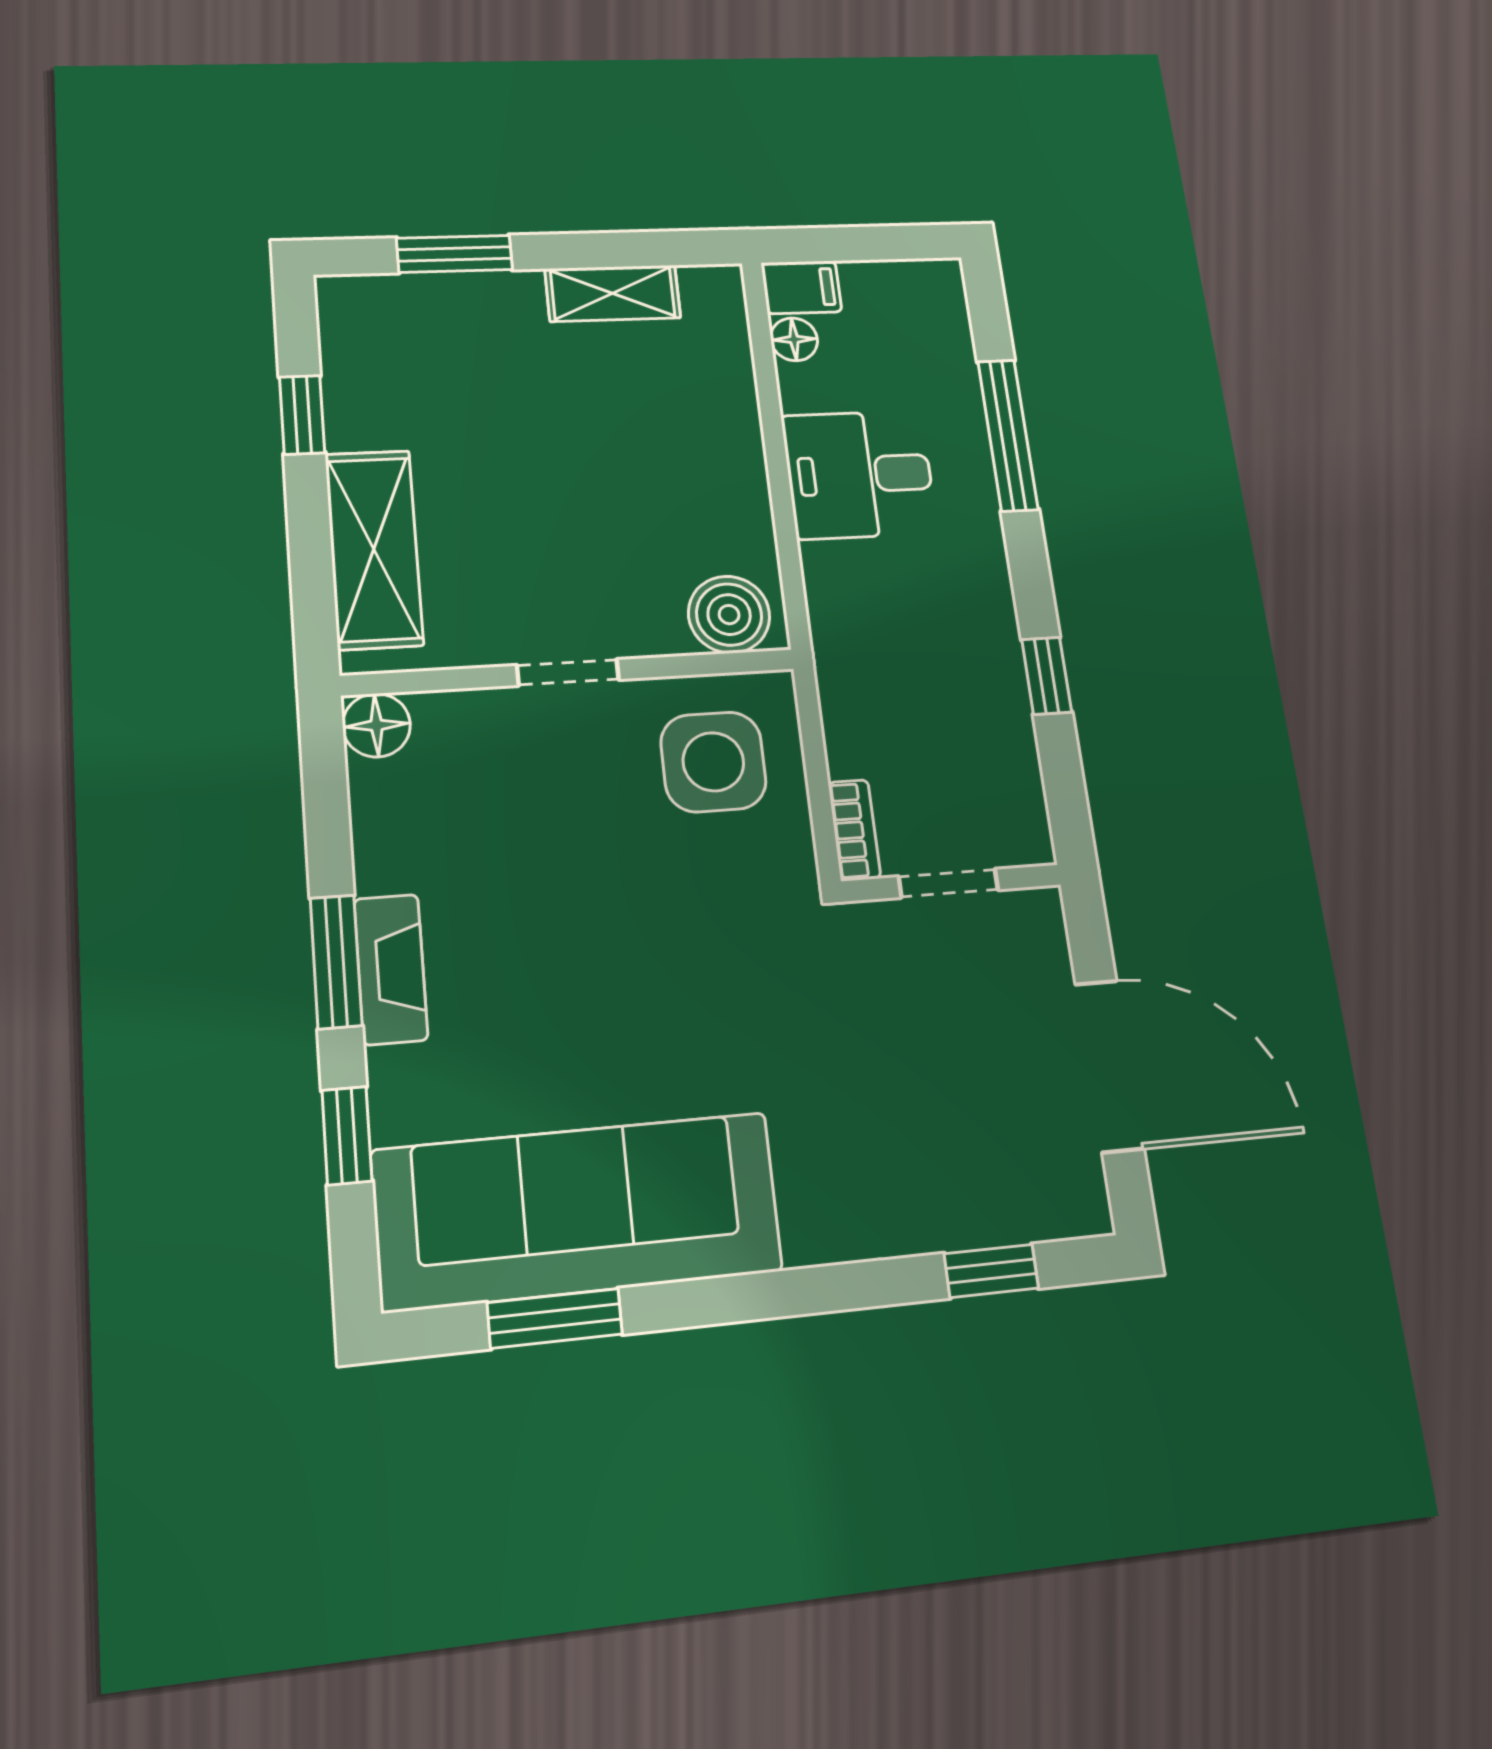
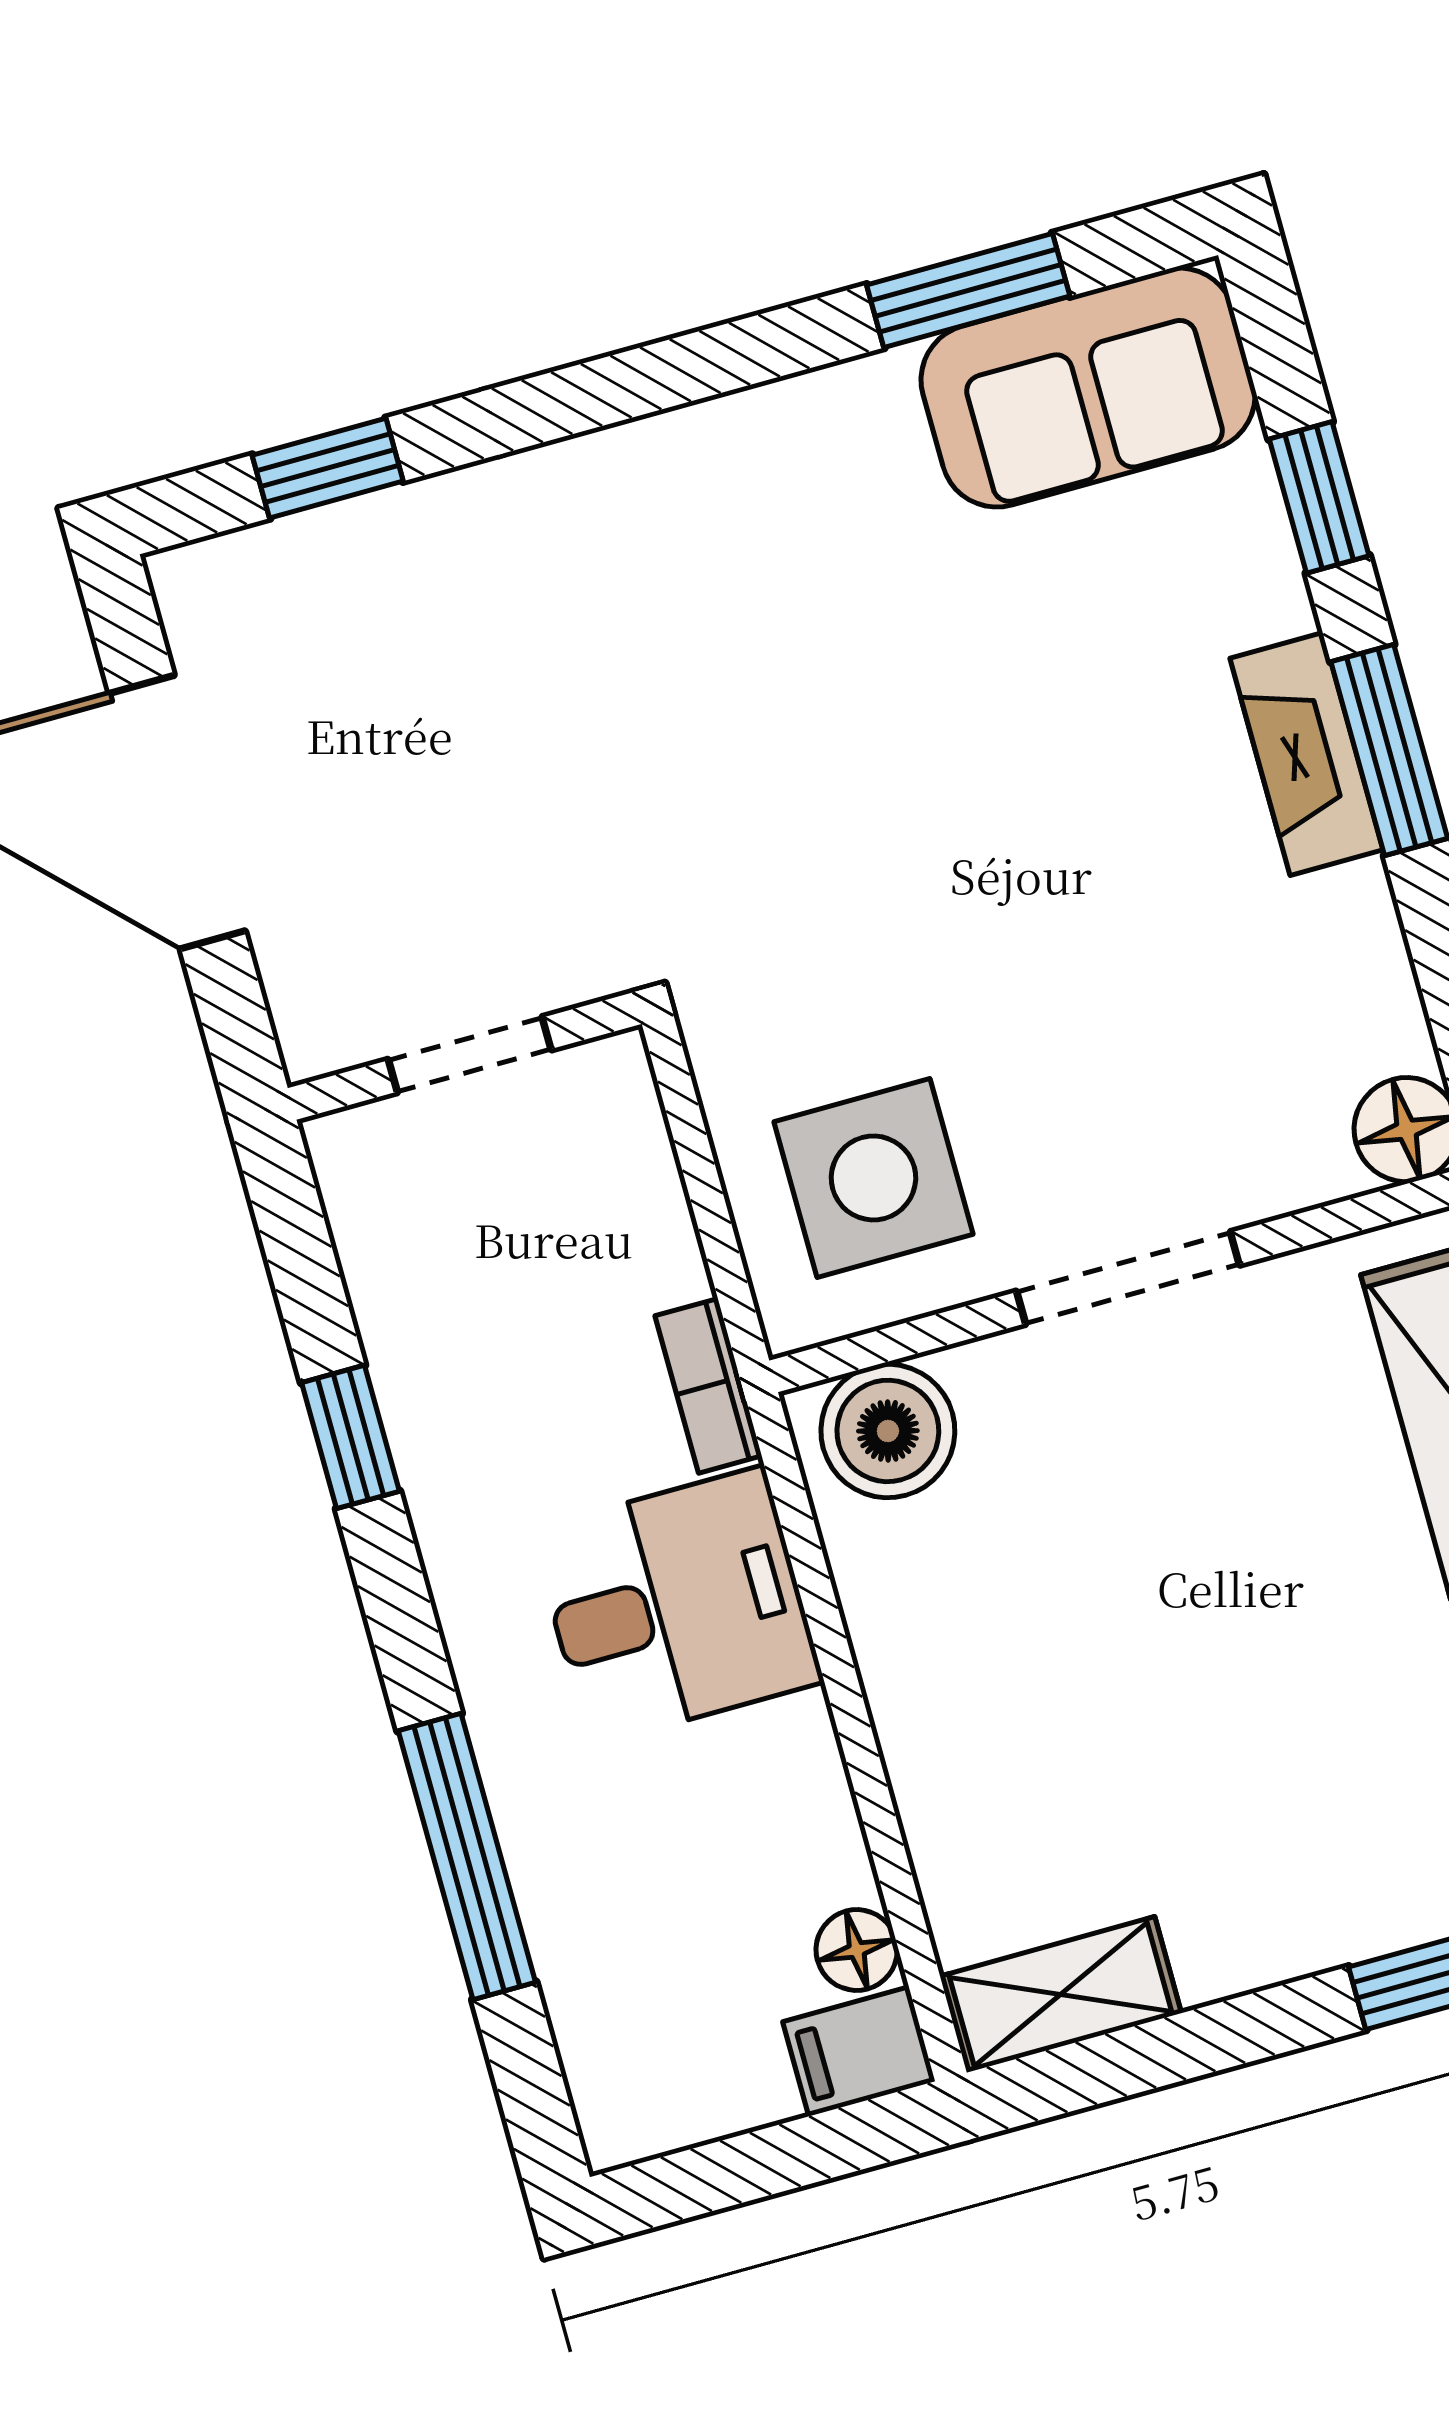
shelving: (613, 293) -> (1061, 1995), moved
desk: (859, 474) -> (677, 1606), moved
doorway: (568, 672) -> (1128, 1278), width x1.38
bookcase: (854, 830) -> (708, 1386), moved
sofa: (577, 1211) -> (1088, 388), width x0.54, depth x0.79

